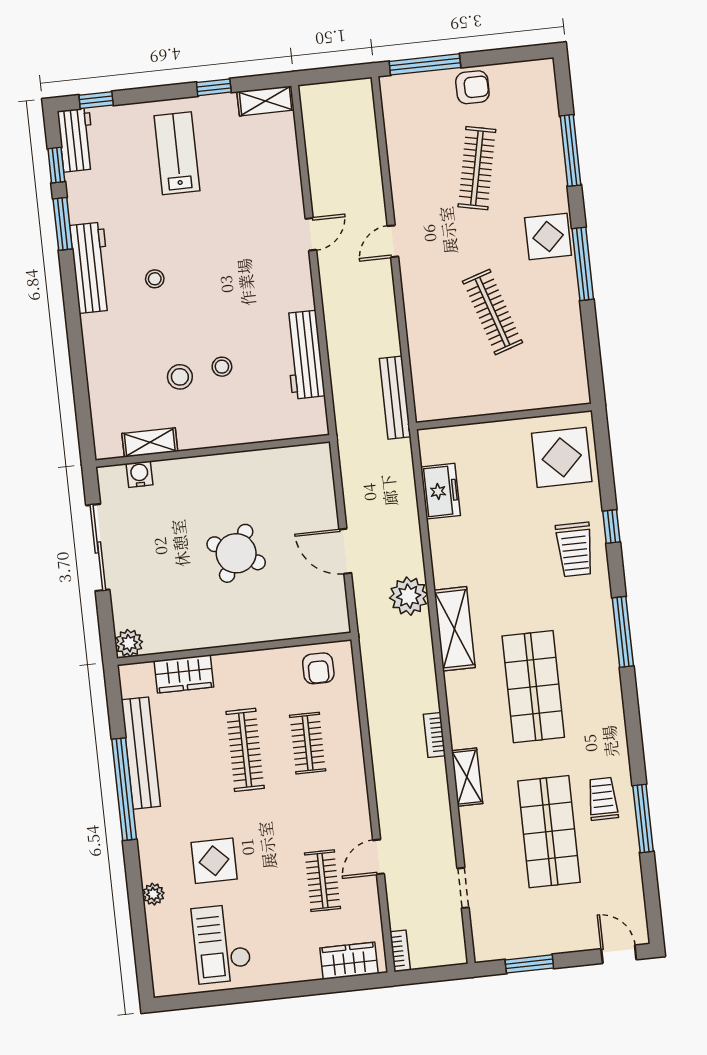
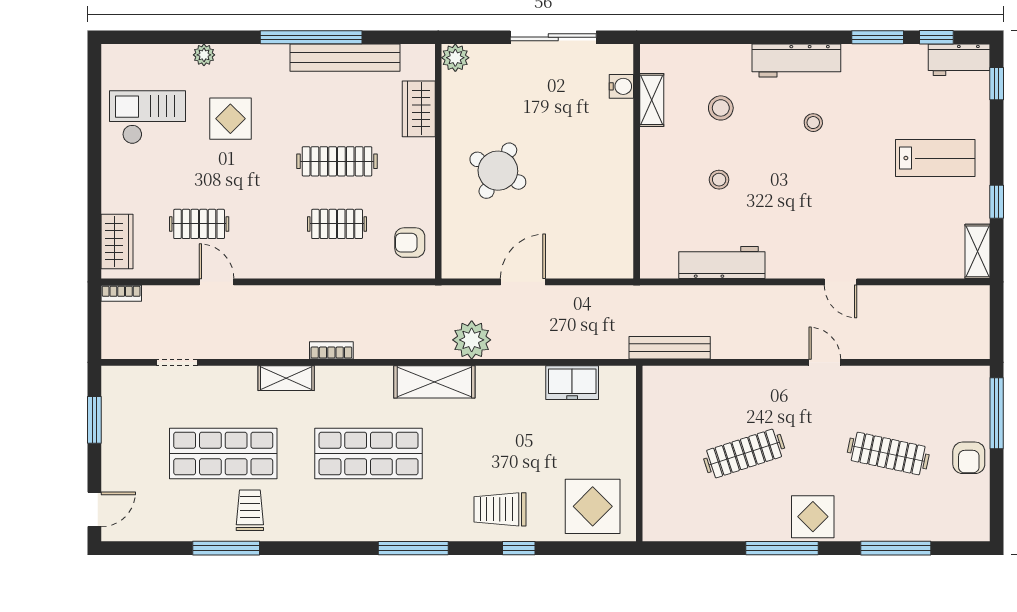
workbench: (91, 268) -> (796, 61), moved
stool: (180, 377) -> (721, 108), moved
round table: (236, 553) -> (498, 171), moved
trolley: (603, 799) -> (250, 510), turned -90

